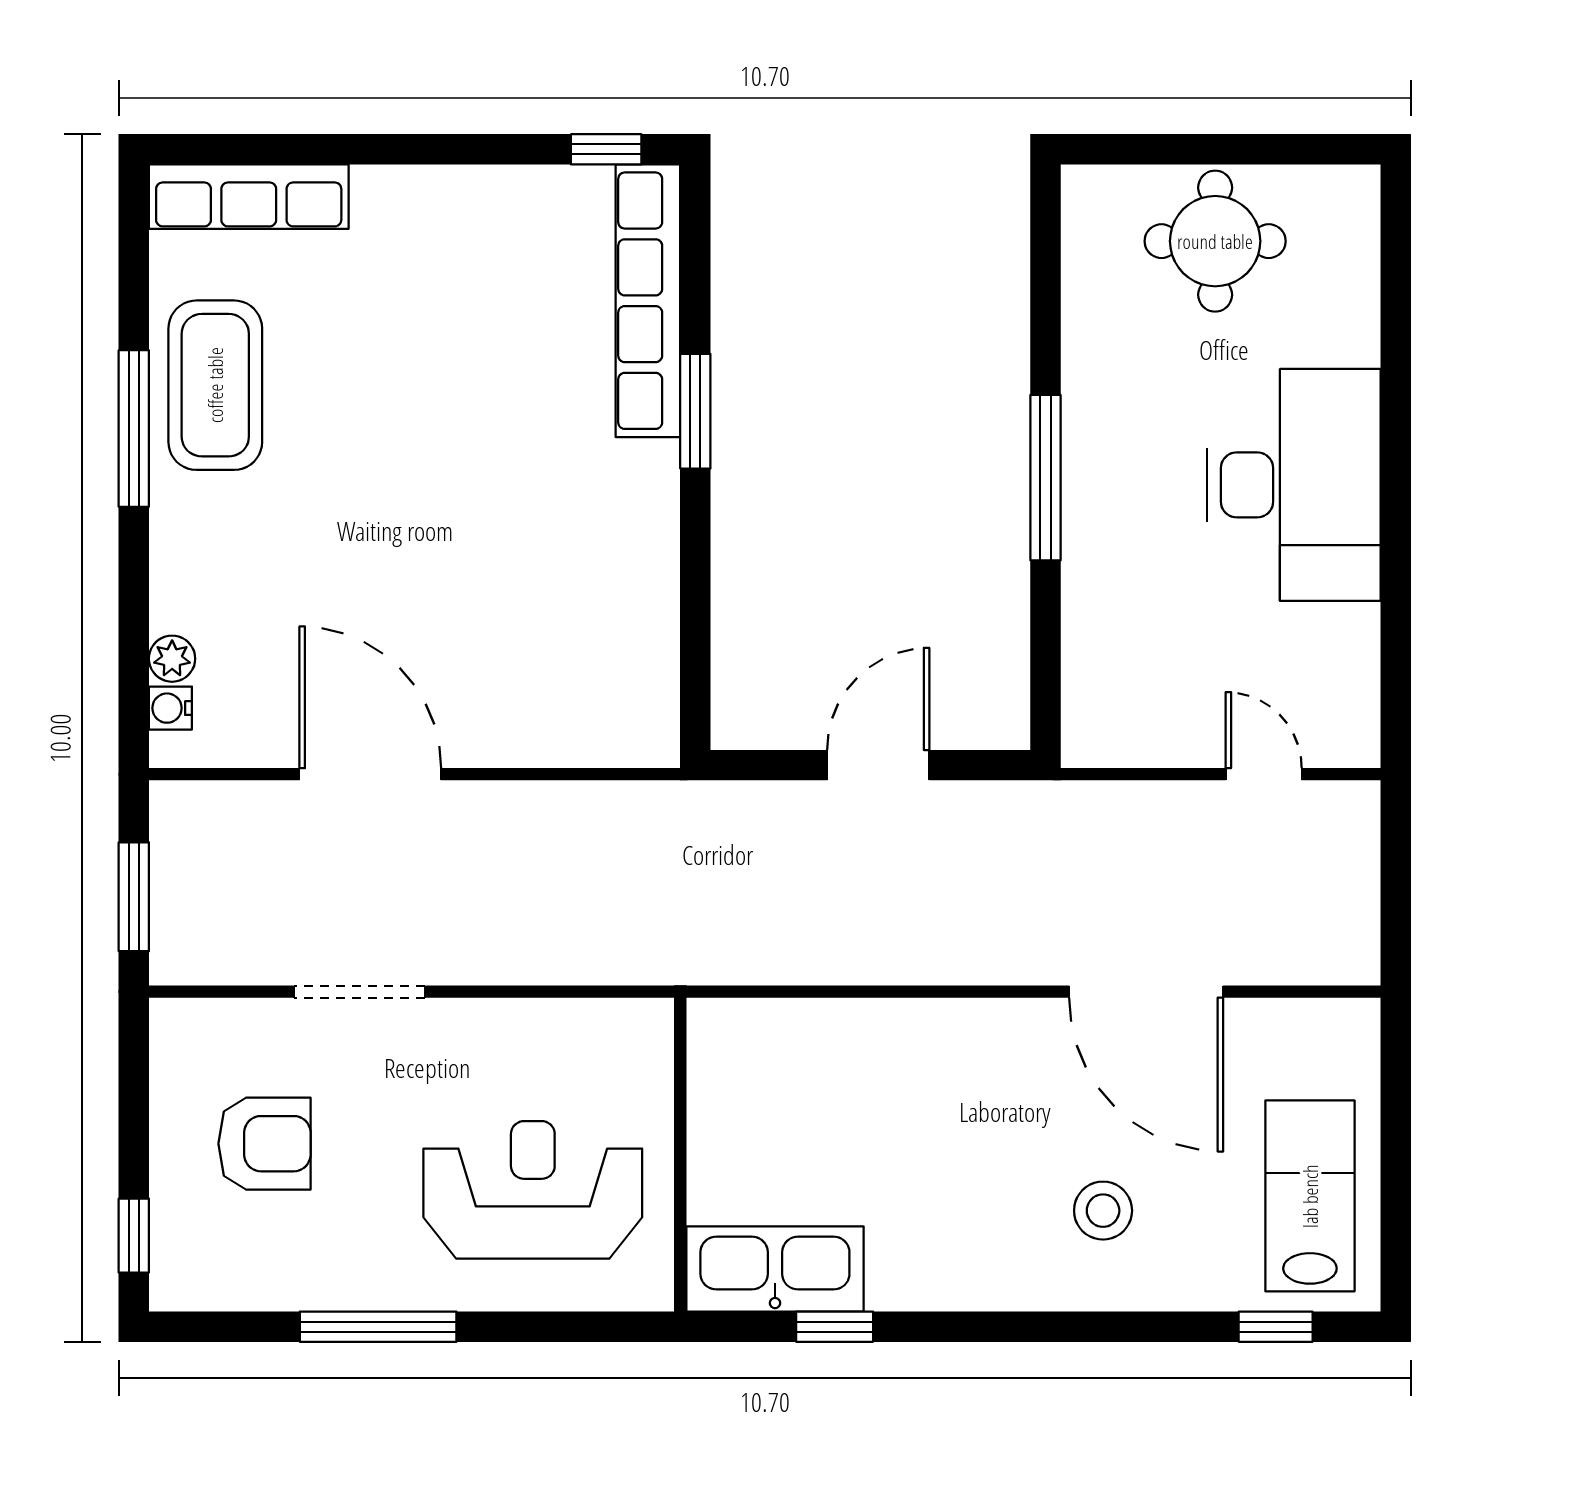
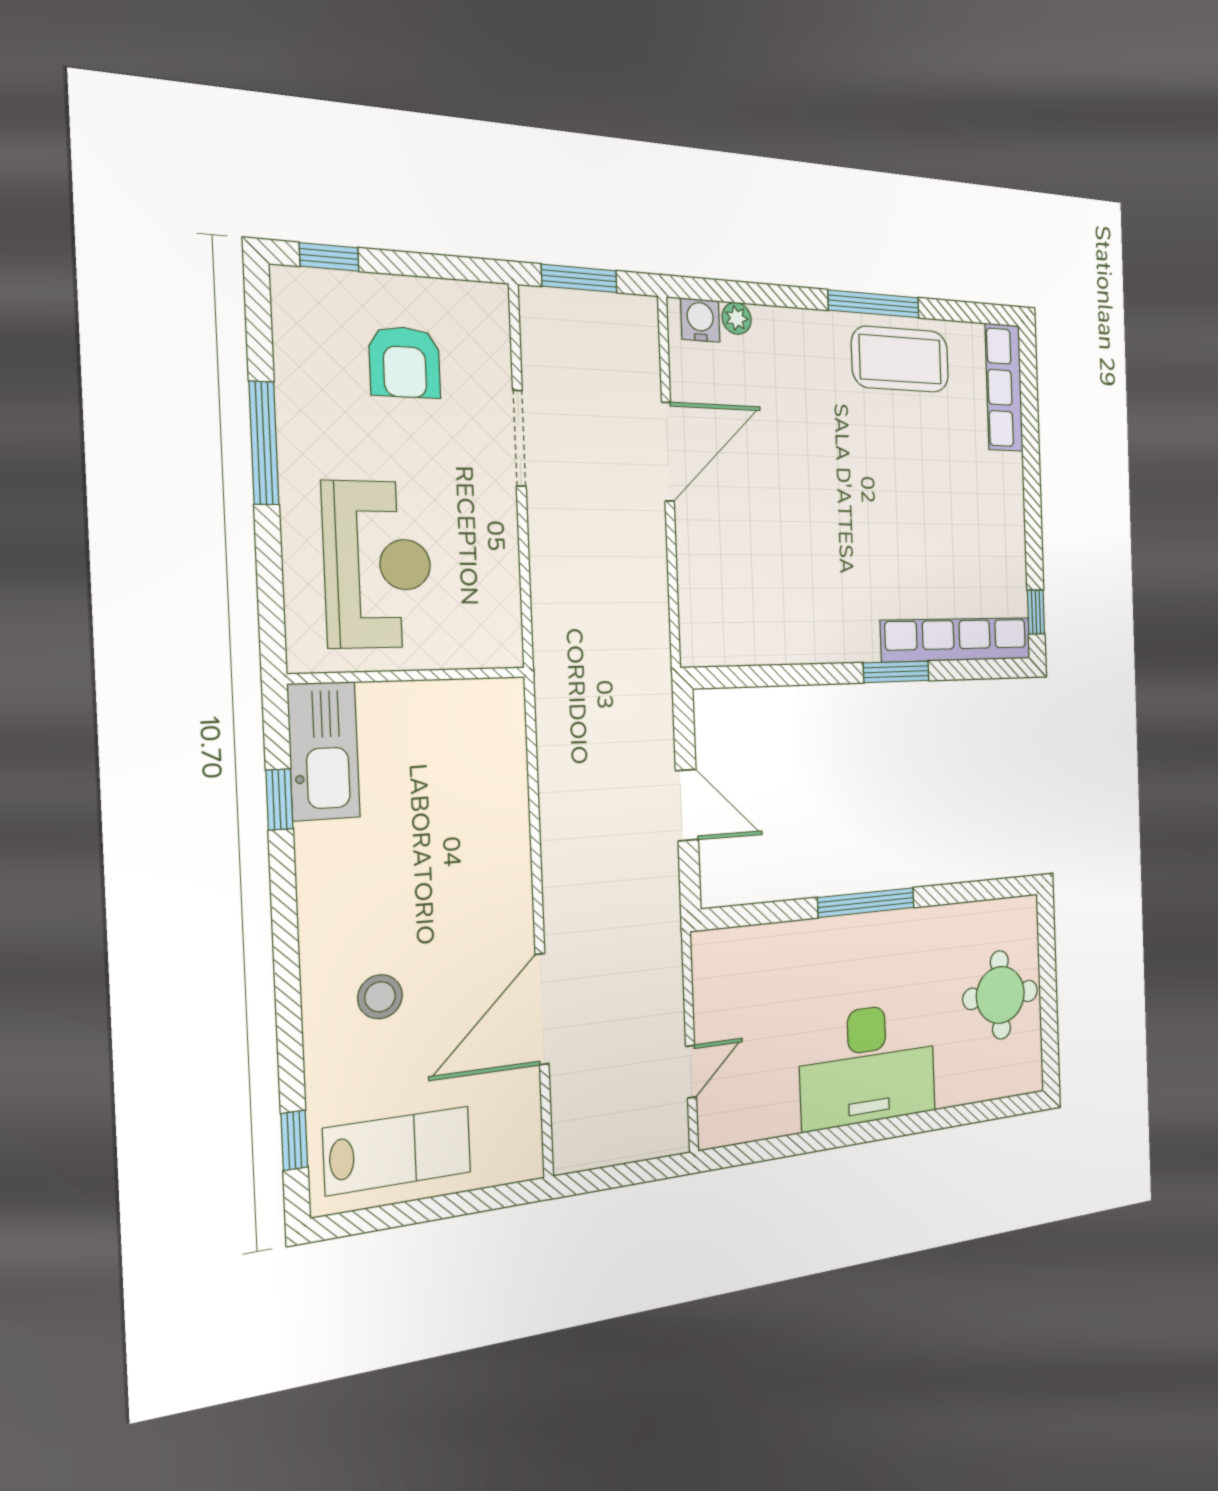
water cooler: (170, 708) -> (700, 320), width x1.38, depth x1.38

